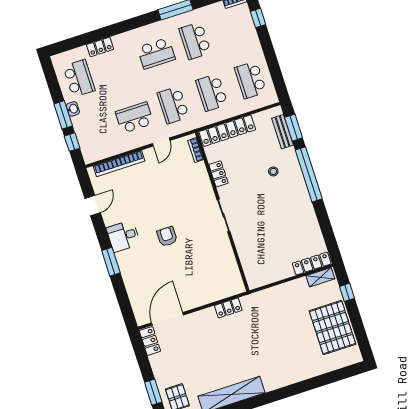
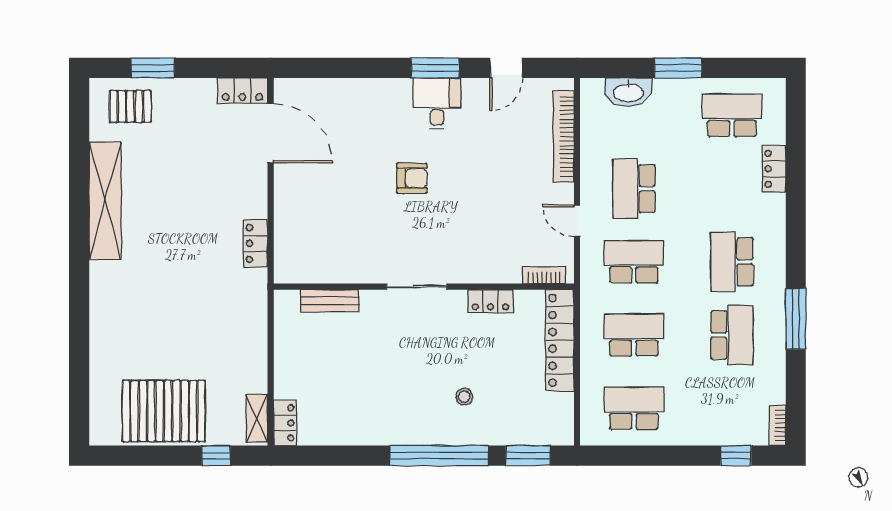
school desk: (195, 41) -> (732, 335), turned 90
school desk: (79, 78) -> (732, 115), turned 180
washbasin: (73, 109) -> (628, 92), moved, width x1.91, depth x1.45
school desk: (134, 118) -> (634, 189), turned 180
bench: (283, 132) -> (330, 301), moved
window: (72, 142) -> (627, 68), removed
door: (93, 206) -> (506, 68), hinge flipped
window: (111, 262) -> (435, 68), moved
locker: (312, 264) -> (285, 423), width x0.66

